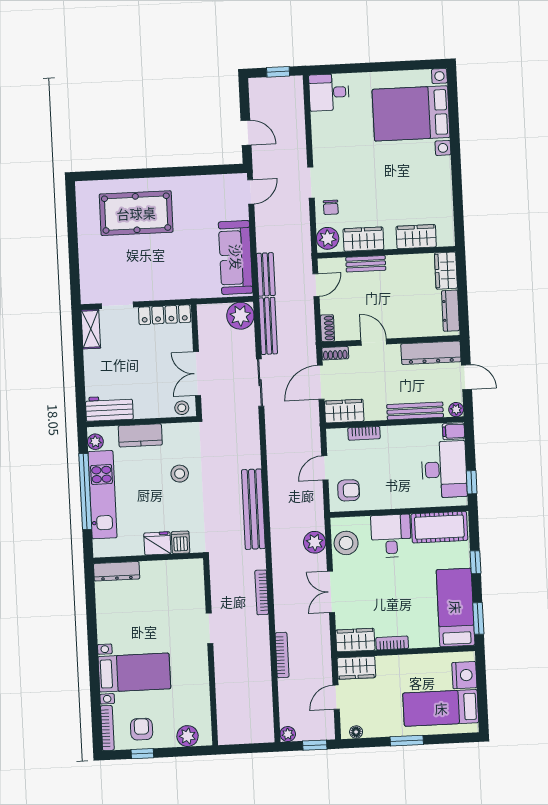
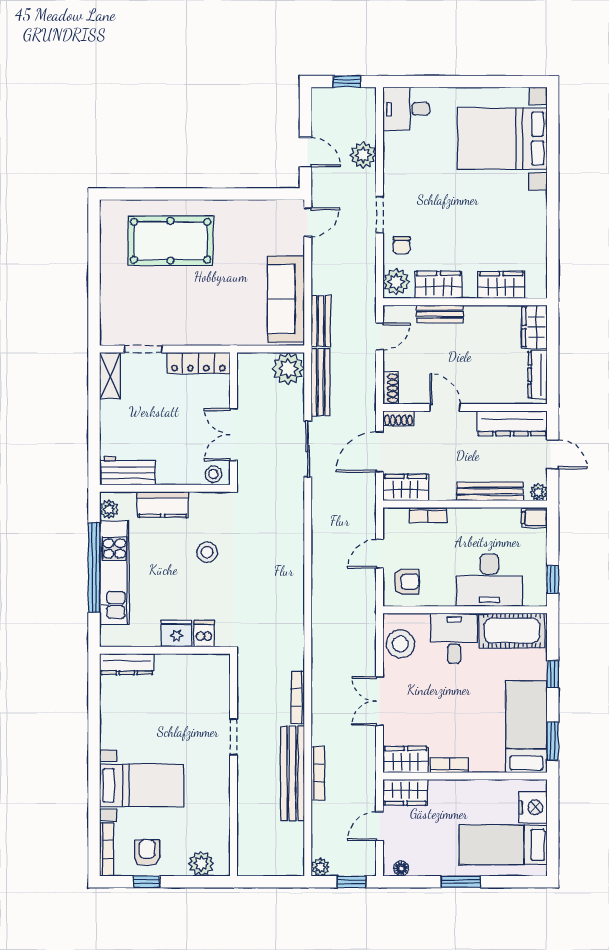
desk: (444, 469) -> (489, 580), moved, turned 90
bench: (253, 509) -> (292, 773), moved
plant: (315, 542) -> (363, 155), moved

